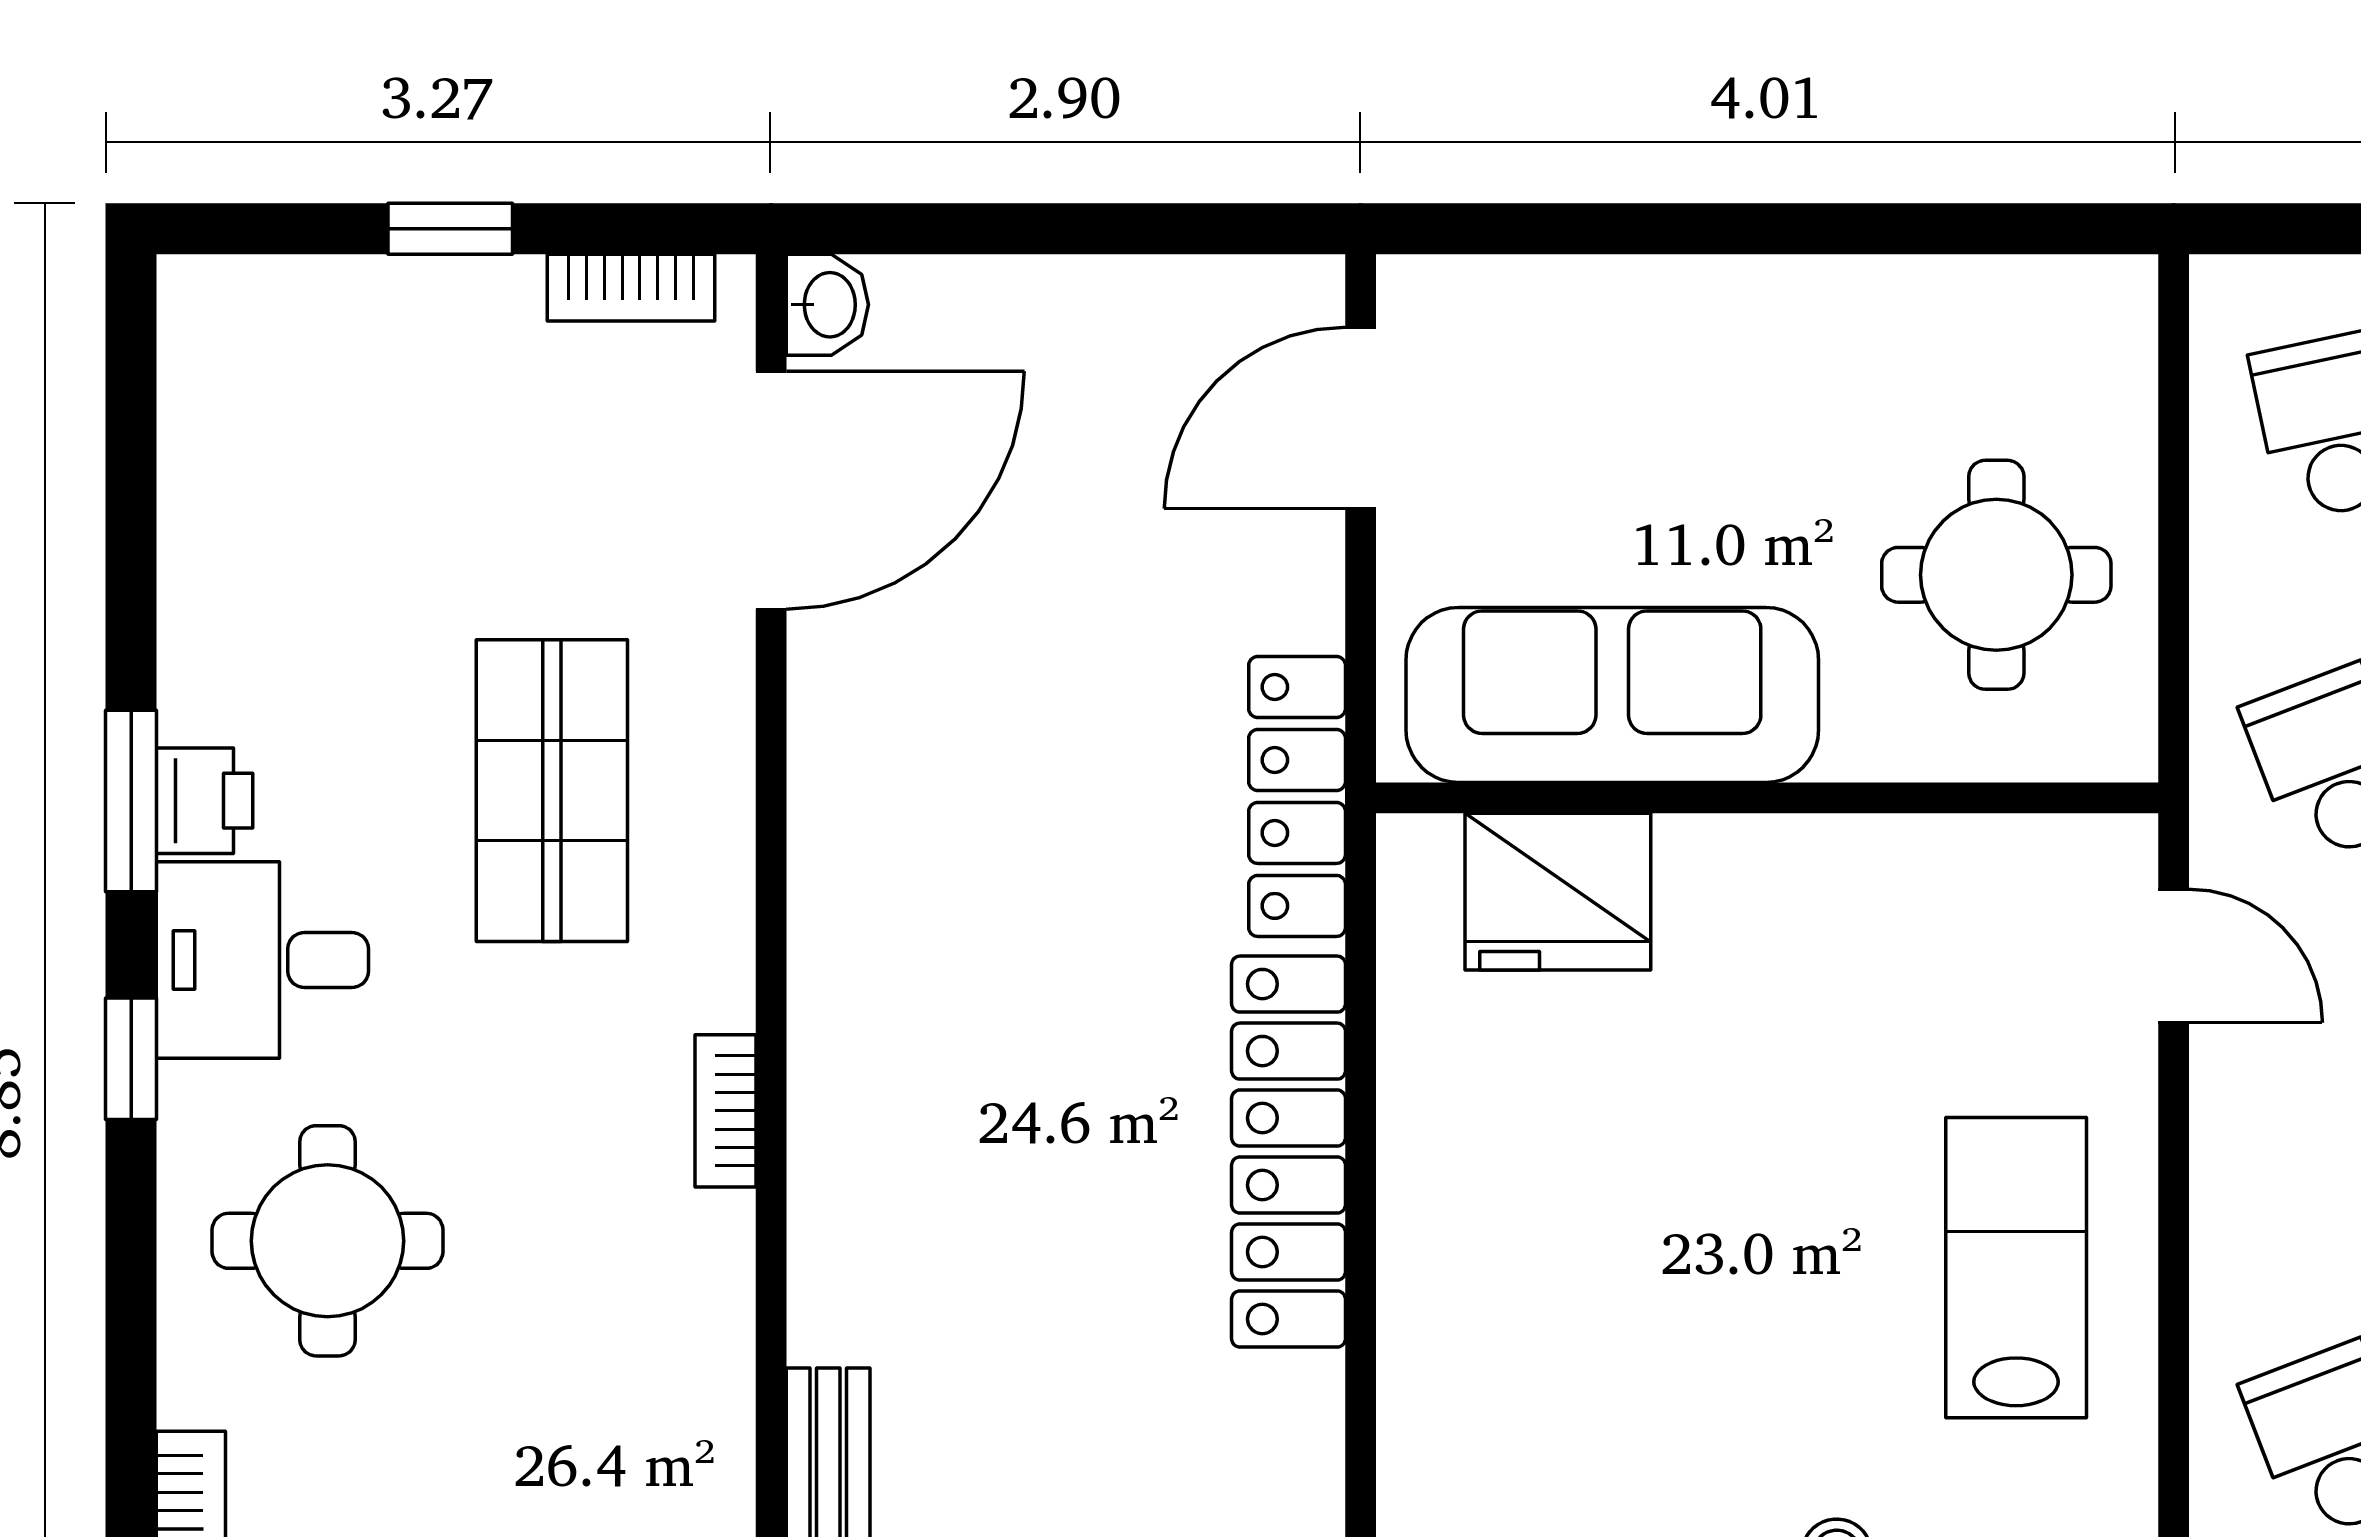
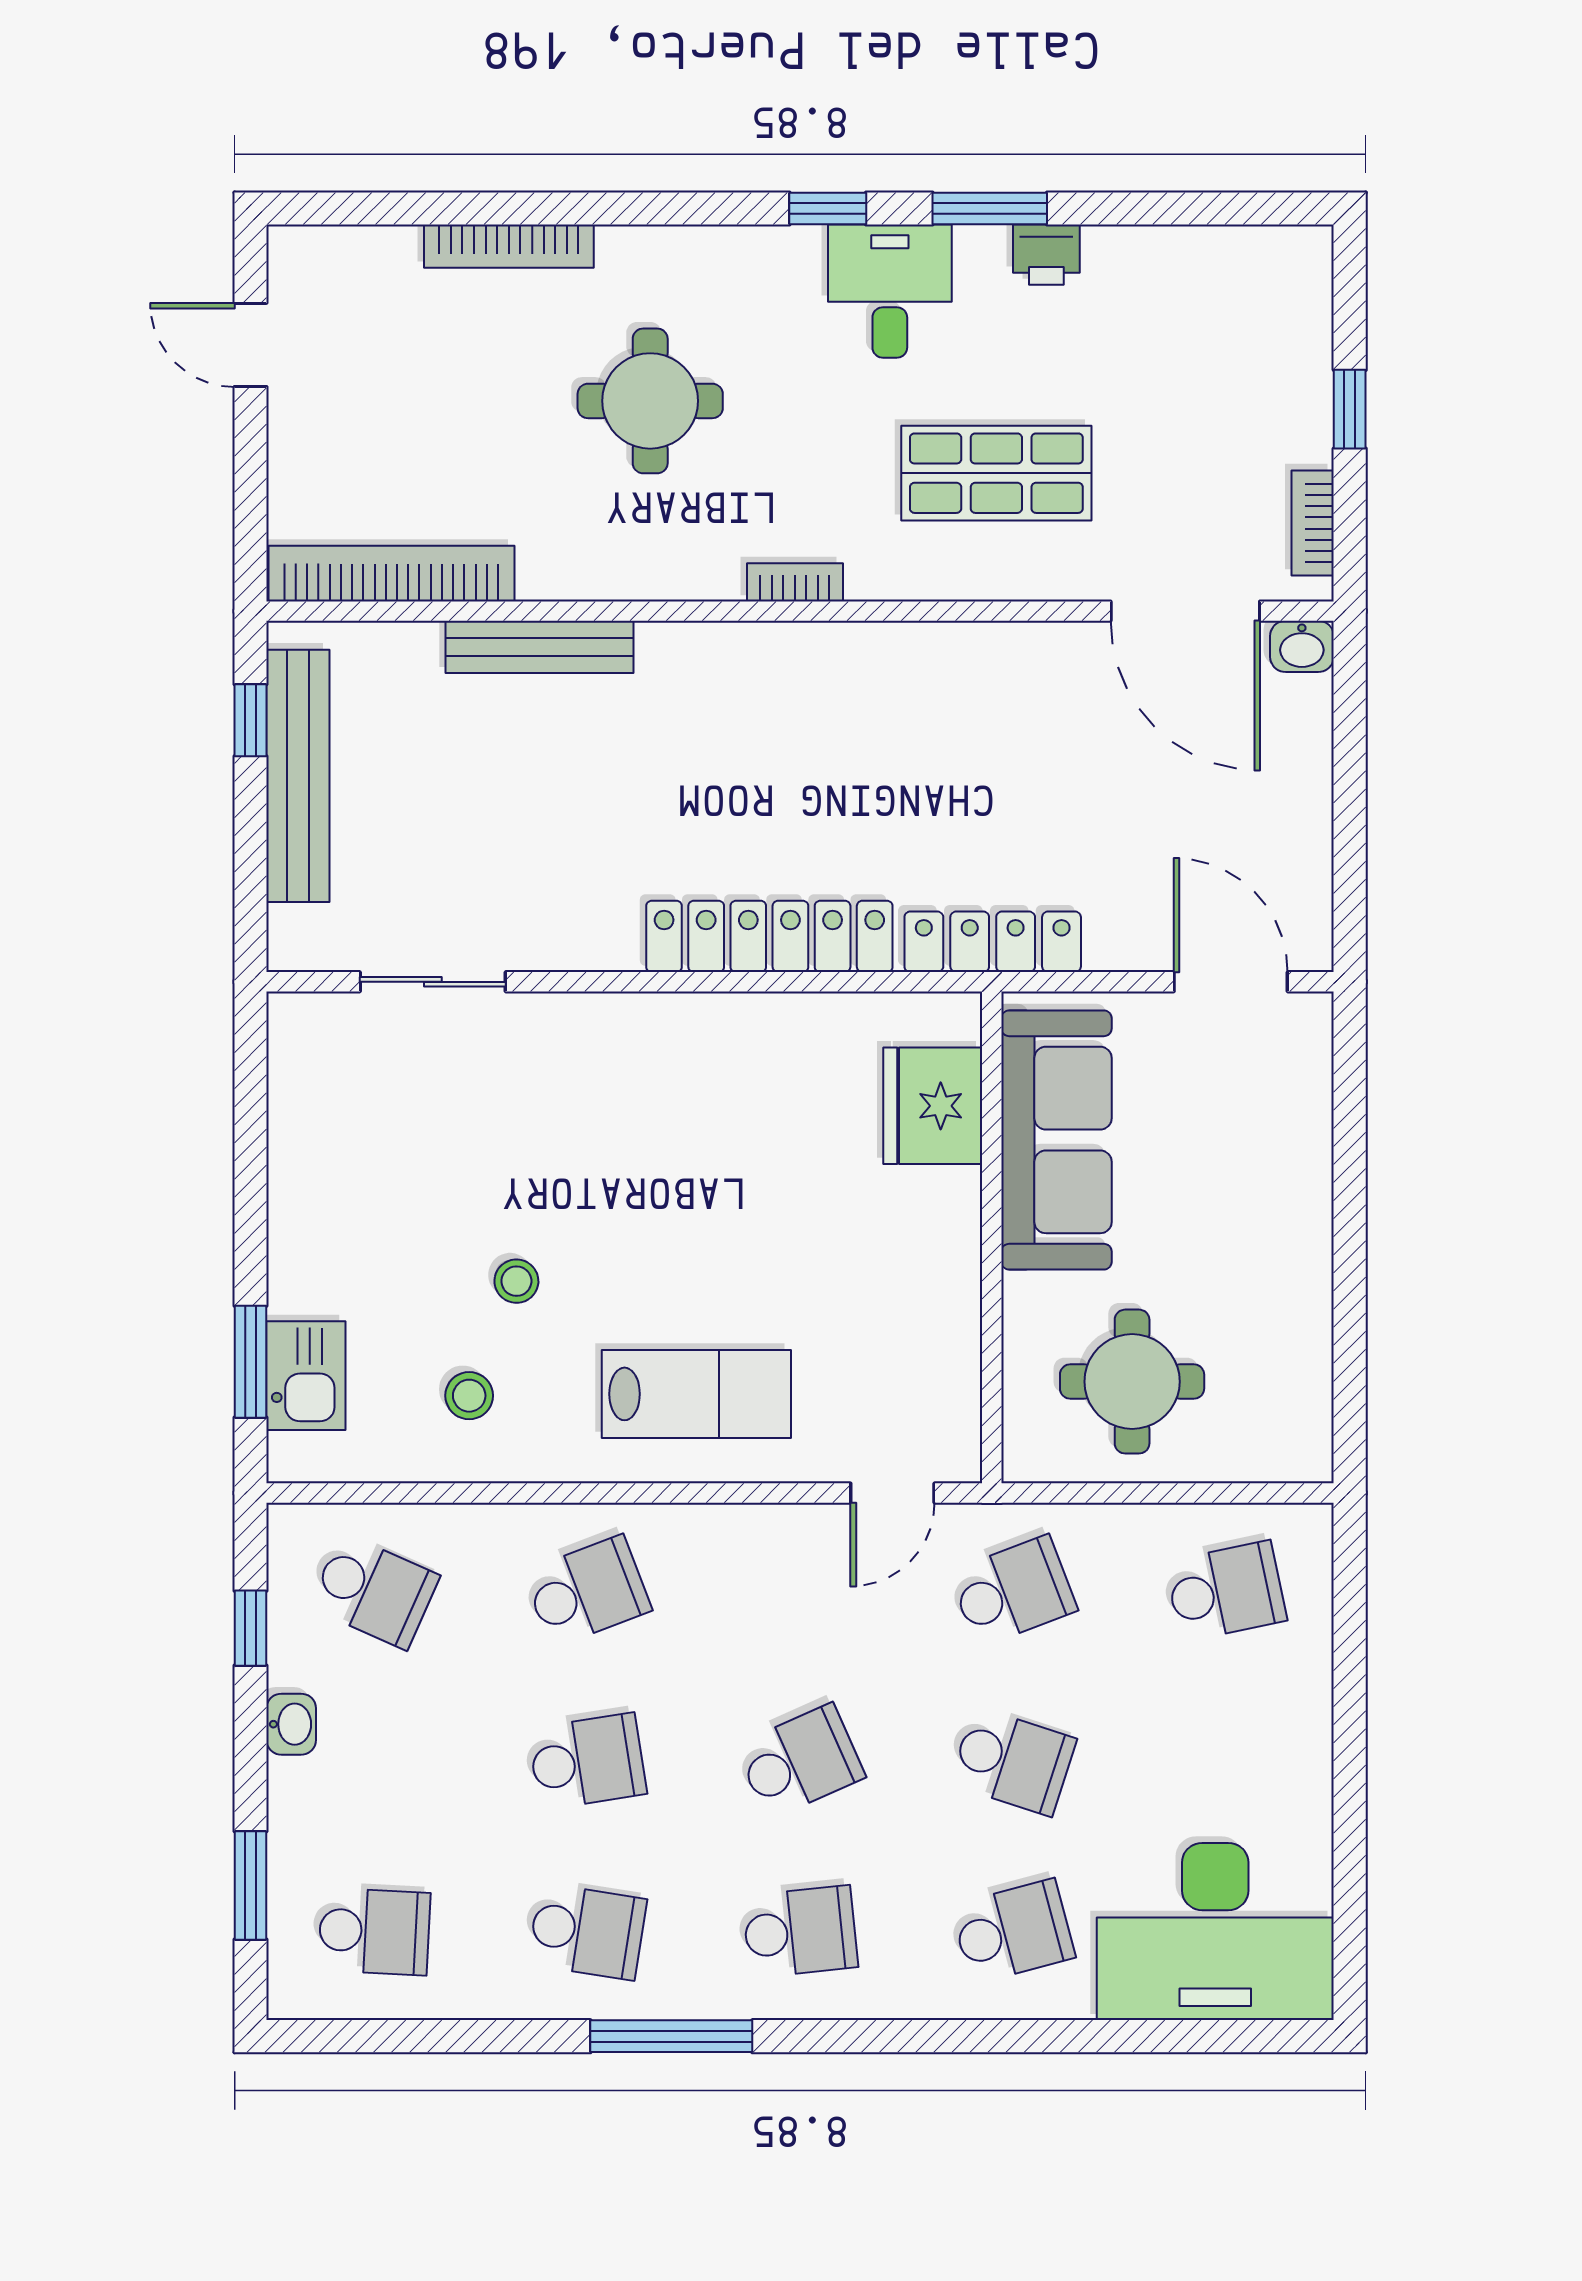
printer: (205, 801) -> (1046, 255), moved
round table: (327, 1241) -> (650, 401), moved

